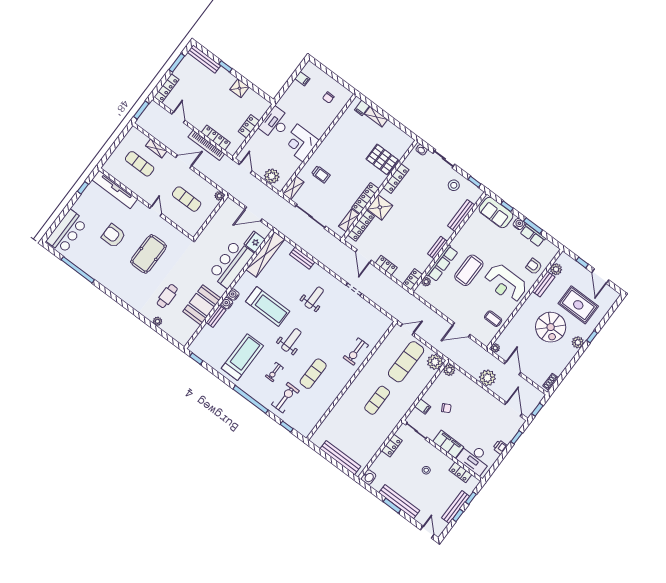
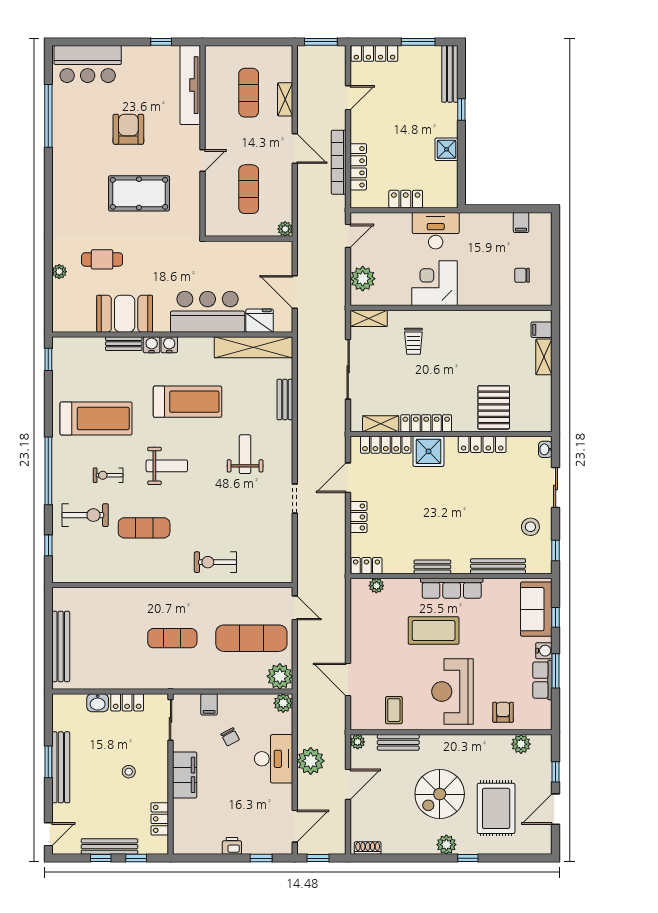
row of seats: (442, 263) -> (452, 588), moved
bench: (544, 284) -> (398, 742), moved
weight bench: (314, 298) -> (245, 454), turned -90
treadmill: (268, 306) -> (188, 402), turned -90
desk: (475, 459) -> (274, 759), moved, turned 180
washbasin: (369, 477) -> (98, 703), moved

